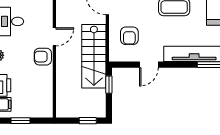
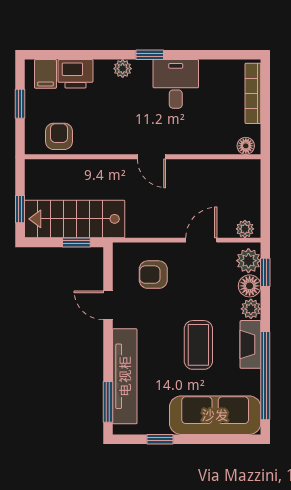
stairs: (94, 56) -> (75, 219), moved
armchair: (43, 57) -> (59, 136), moved

